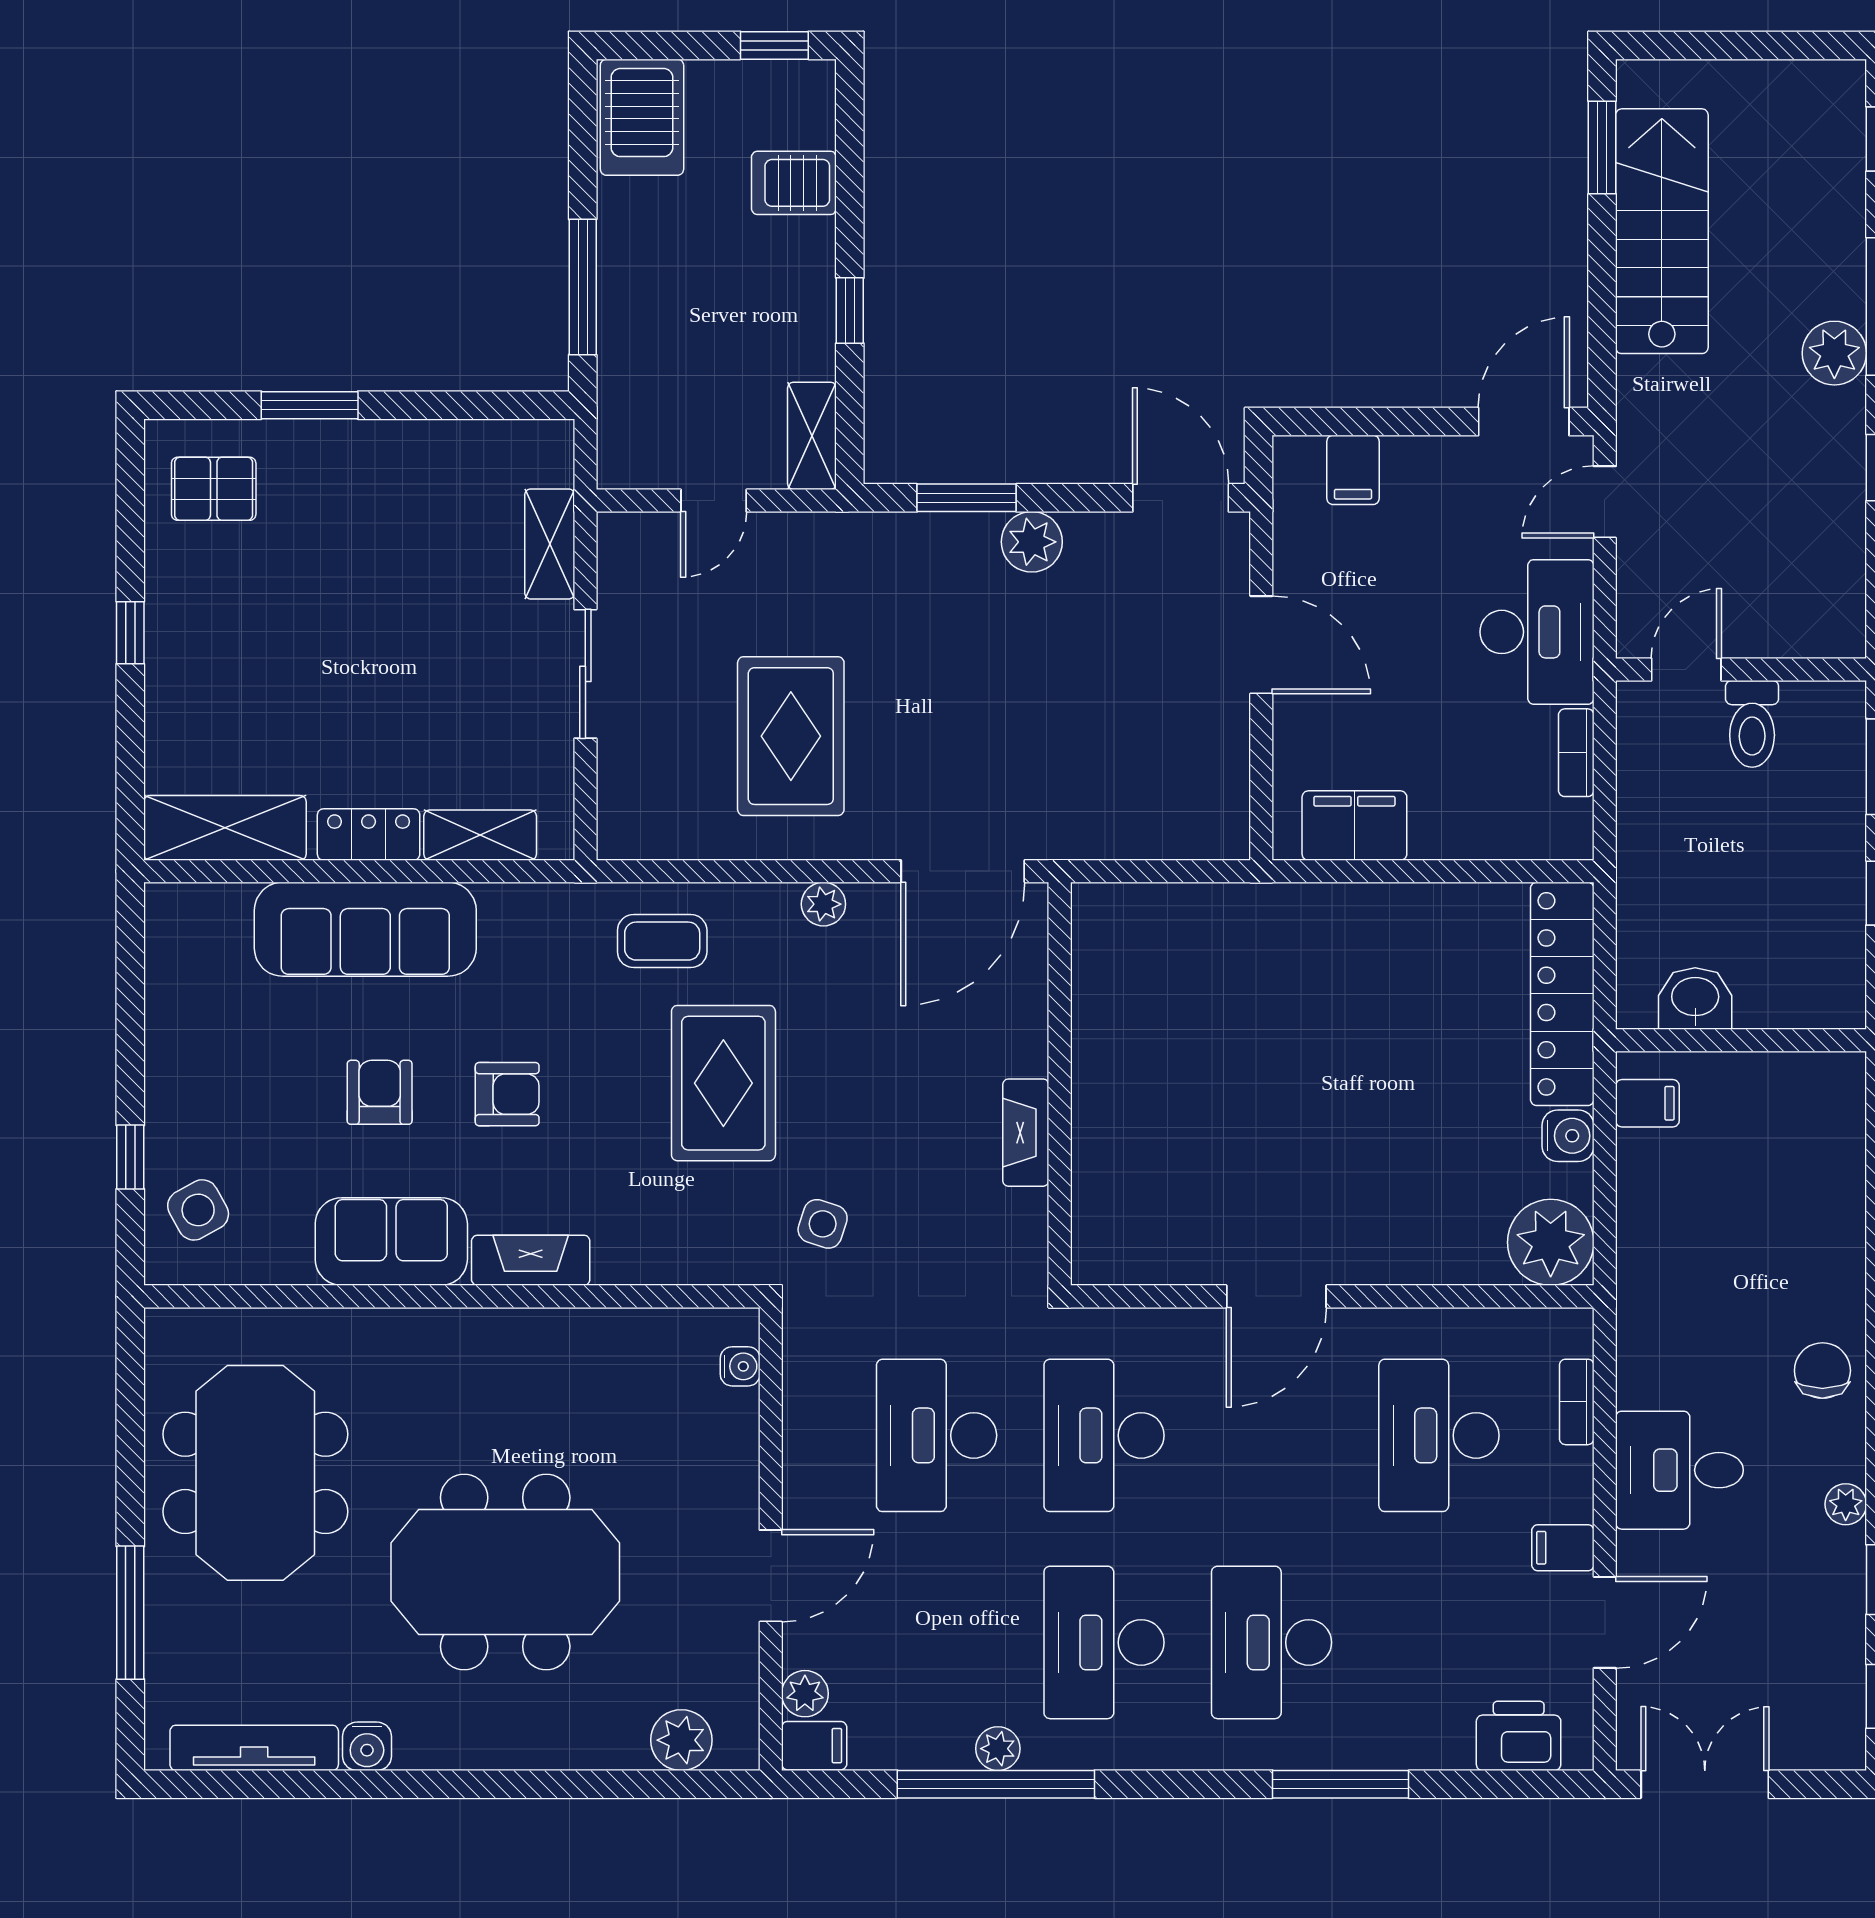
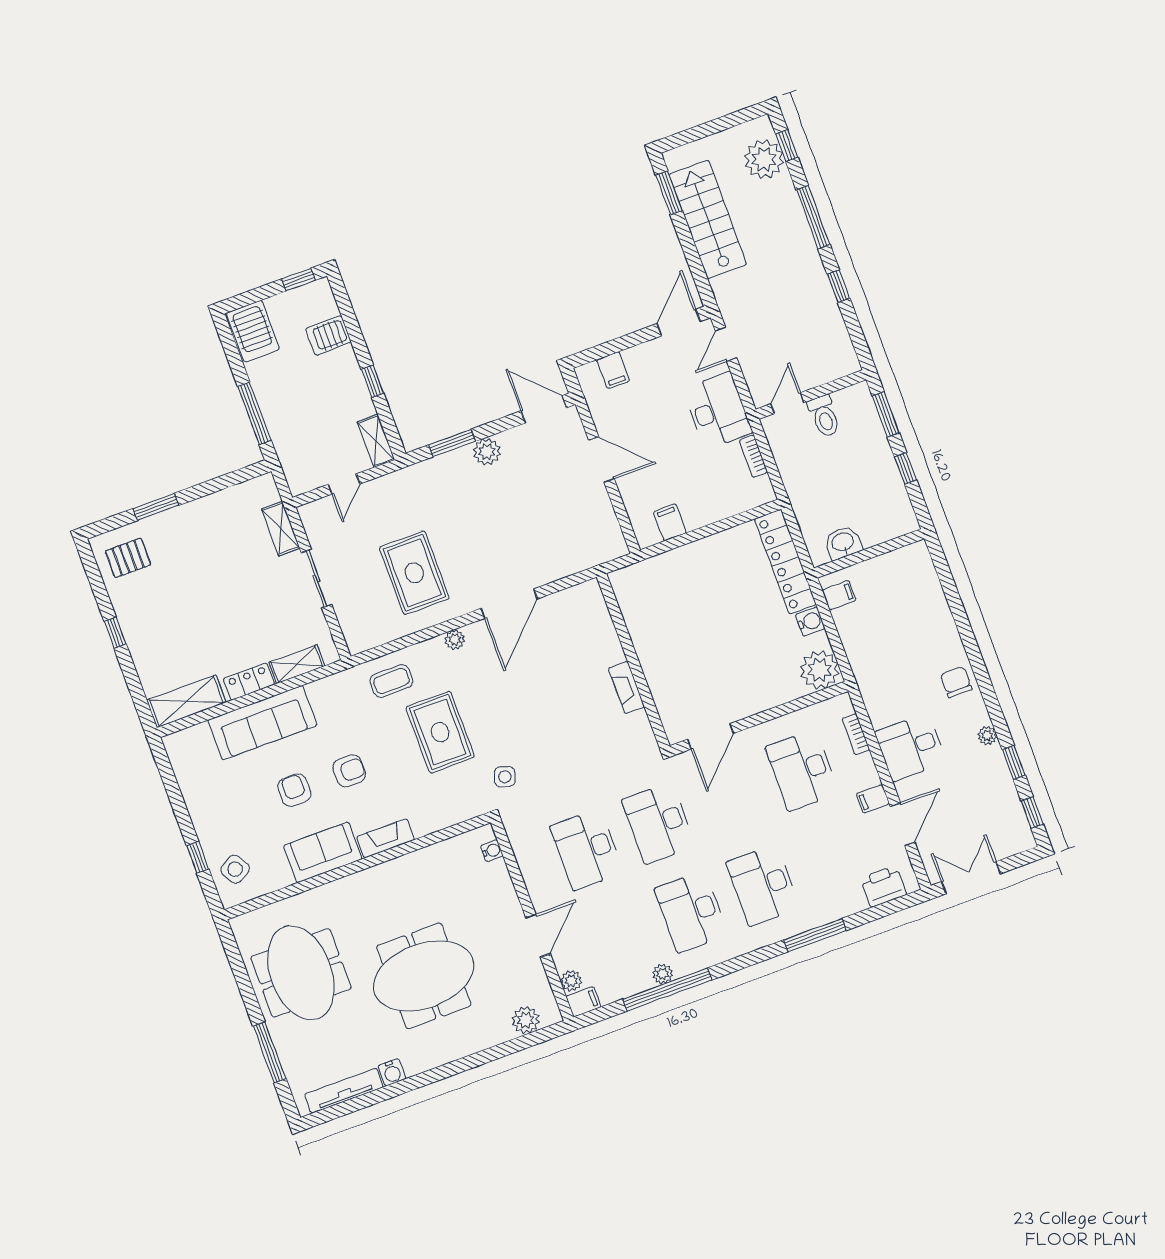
plant: (1834, 353) -> (764, 159), moved, width x1.36, depth x1.36
filing cabinet: (1354, 826) -> (670, 522), width x0.50
wall: (1060, 1084) -> (633, 661), moved
fireplace: (1026, 1133) -> (626, 688), moved

